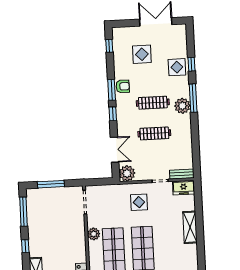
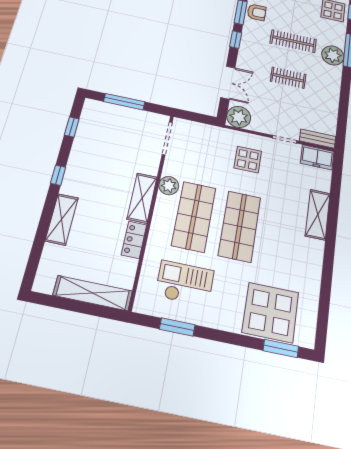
clothes rail: (154, 133) -> (288, 78), width x0.73
window: (23, 212) -> (72, 127), width x0.46
shelving: (80, 247) -> (142, 198), added

